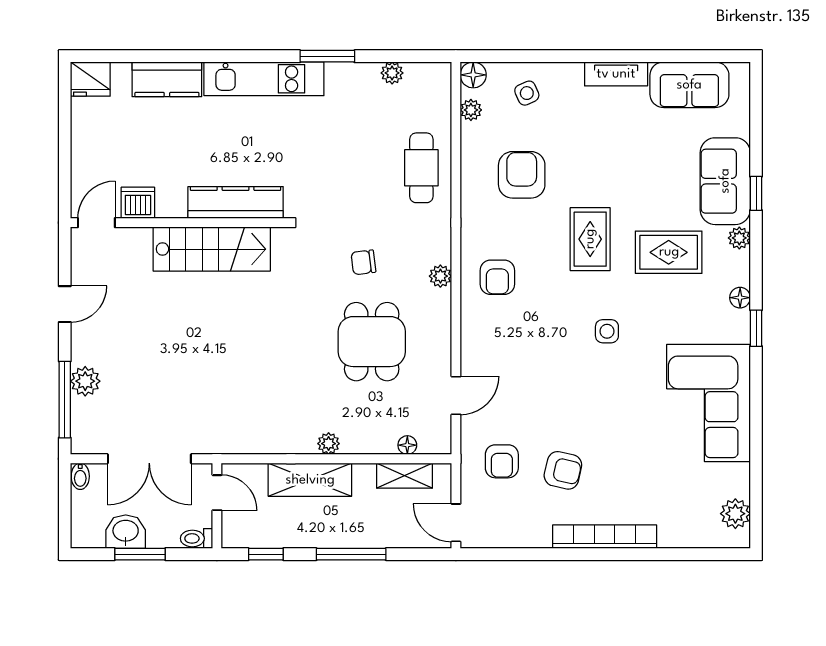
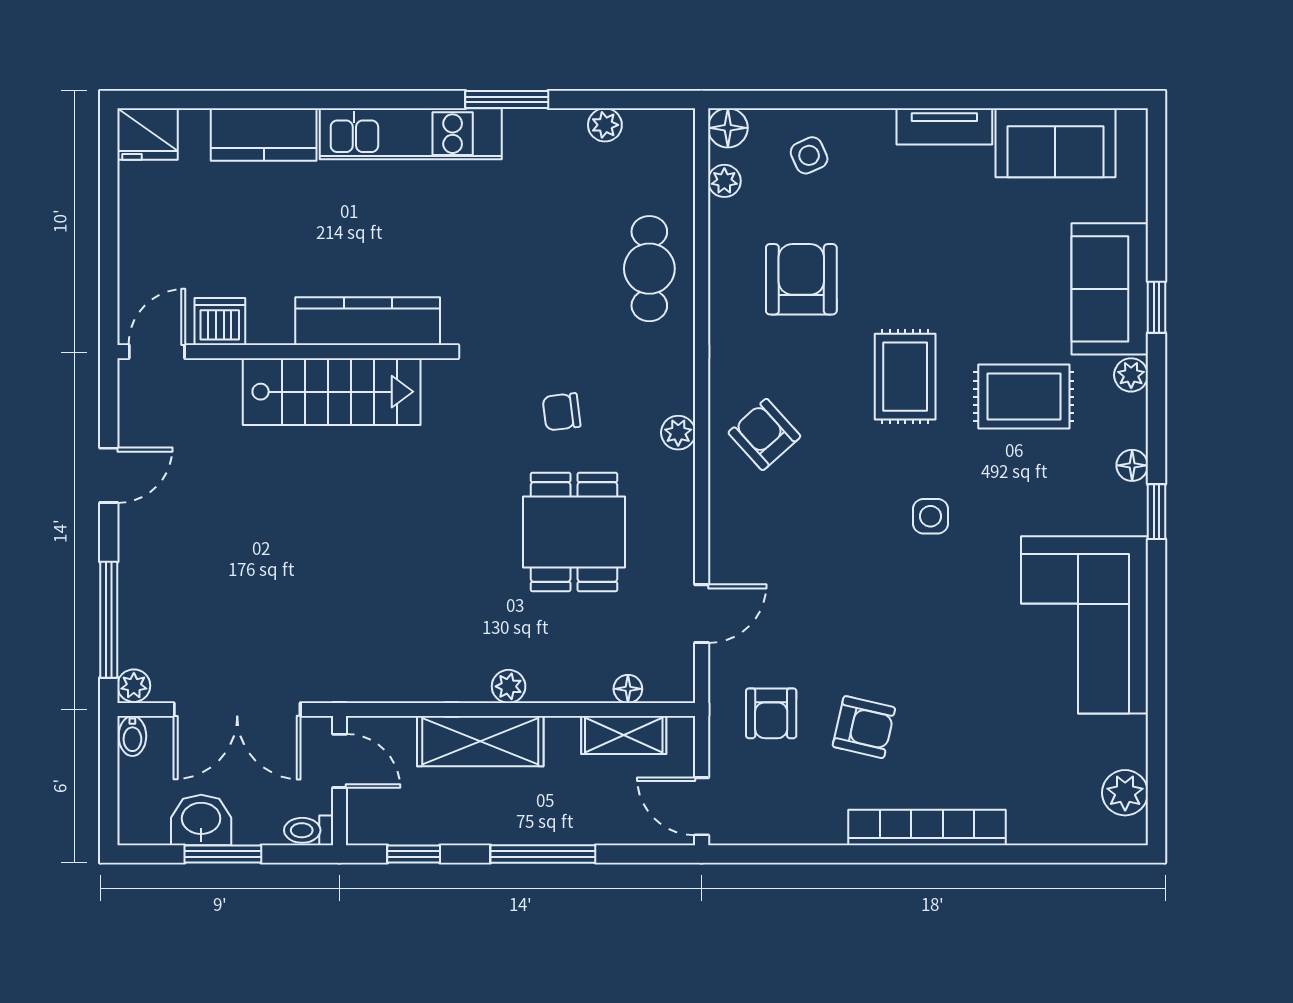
armchair: (497, 277) -> (764, 434), turned 138
plant: (85, 381) -> (134, 686), moved, width x0.73, depth x0.73

